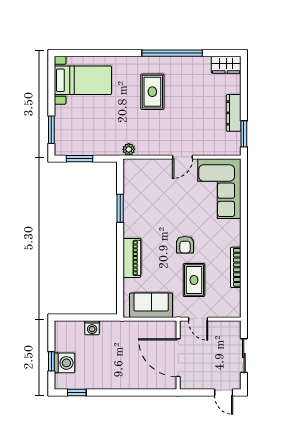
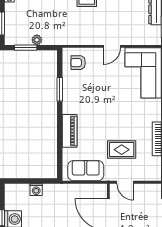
plant: (129, 149) -> (37, 40), moved
armchair: (185, 245) -> (78, 63), moved, turned 90
rug: (194, 280) -> (122, 150), turned 90

